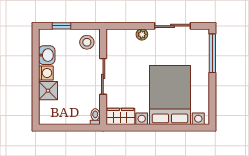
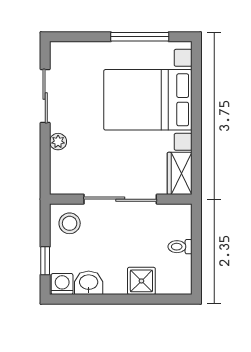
window: (212, 53) -> (140, 37), moved
washing machine: (46, 73) -> (62, 284), moved
sliding door: (103, 76) -> (120, 199), width x1.37
toilet: (95, 117) -> (180, 247), moved

